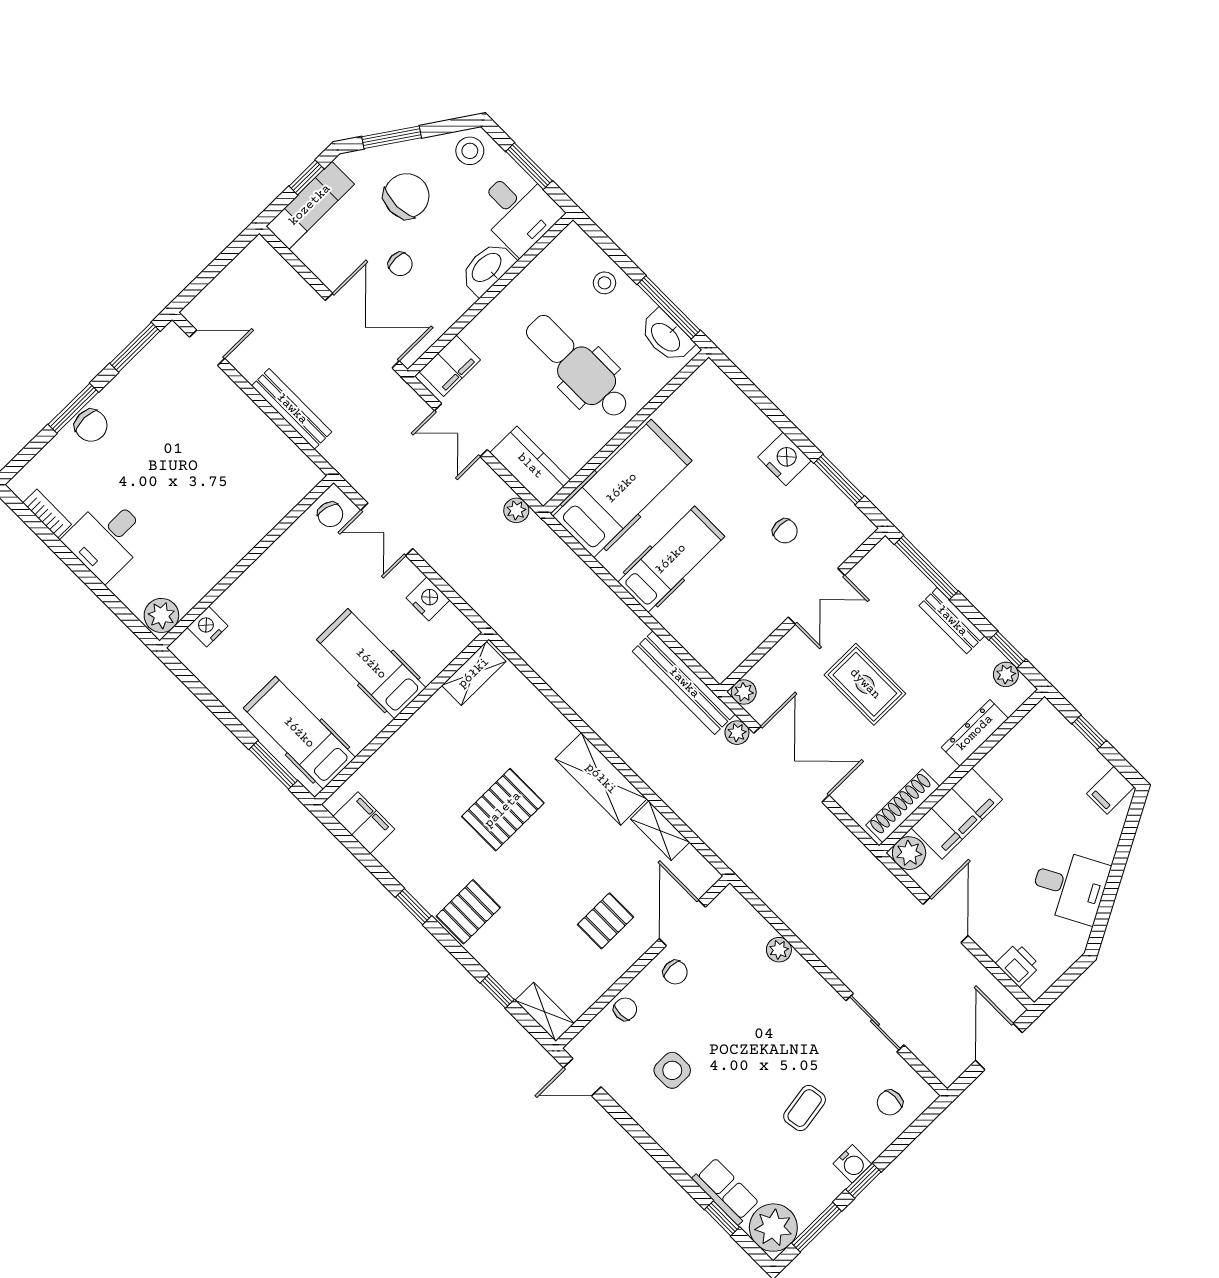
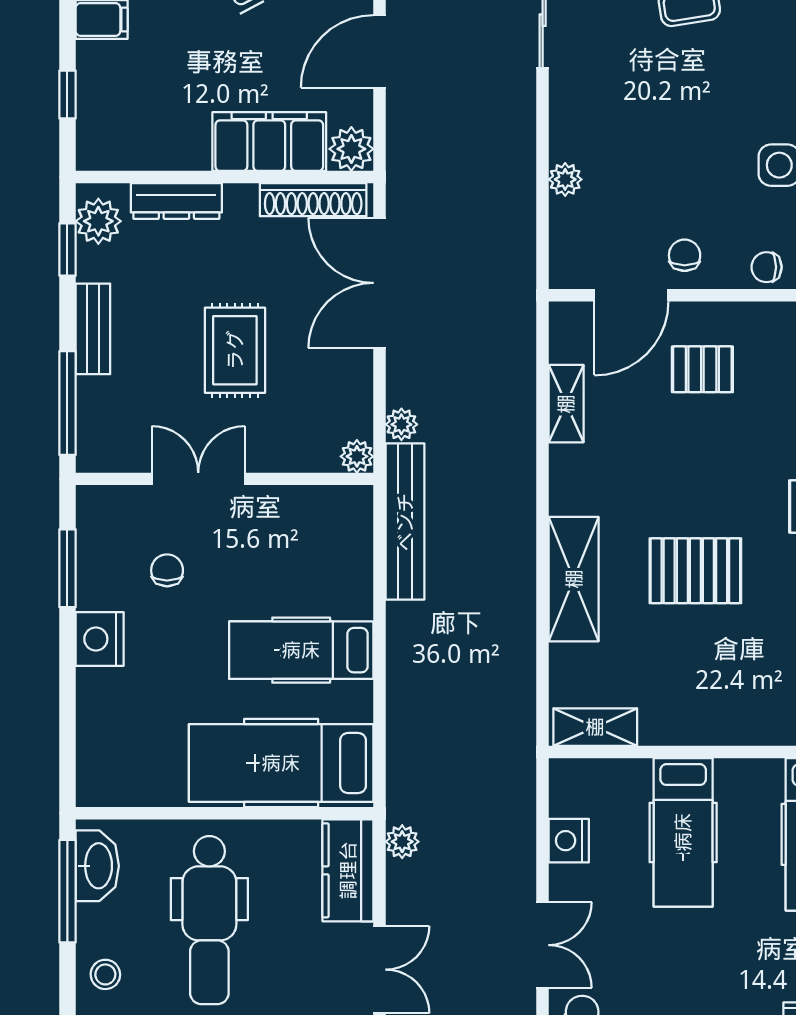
plant: (1006, 674) -> (98, 221), width x1.38, depth x1.38
double door: (791, 764) -> (379, 283), moved
shelving: (601, 779) -> (574, 579), moved

